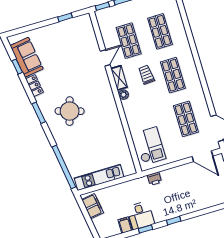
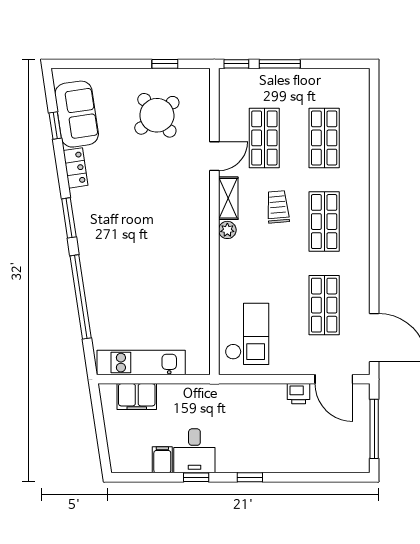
round table: (70, 111) -> (157, 115), moved, turned 34
window: (64, 167) -> (81, 297), moved
printer: (154, 179) -> (299, 394), moved
filing cabinet: (93, 206) -> (137, 397), moved, turned 98

